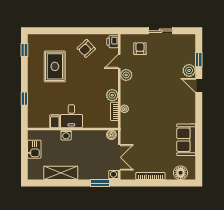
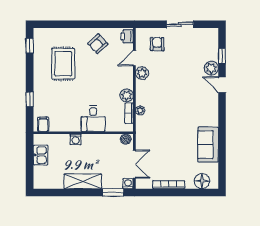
desk: (71, 116) -> (93, 119), moved
filing cabinet: (55, 121) -> (43, 124), moved
shelving: (61, 173) -> (83, 181), moved

